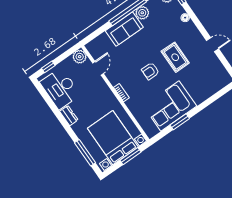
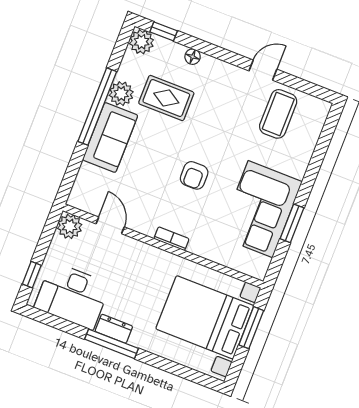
rug: (175, 57) -> (166, 98), moved
coffee table: (206, 69) -> (278, 114), added
window: (85, 153) -> (111, 344), moved

